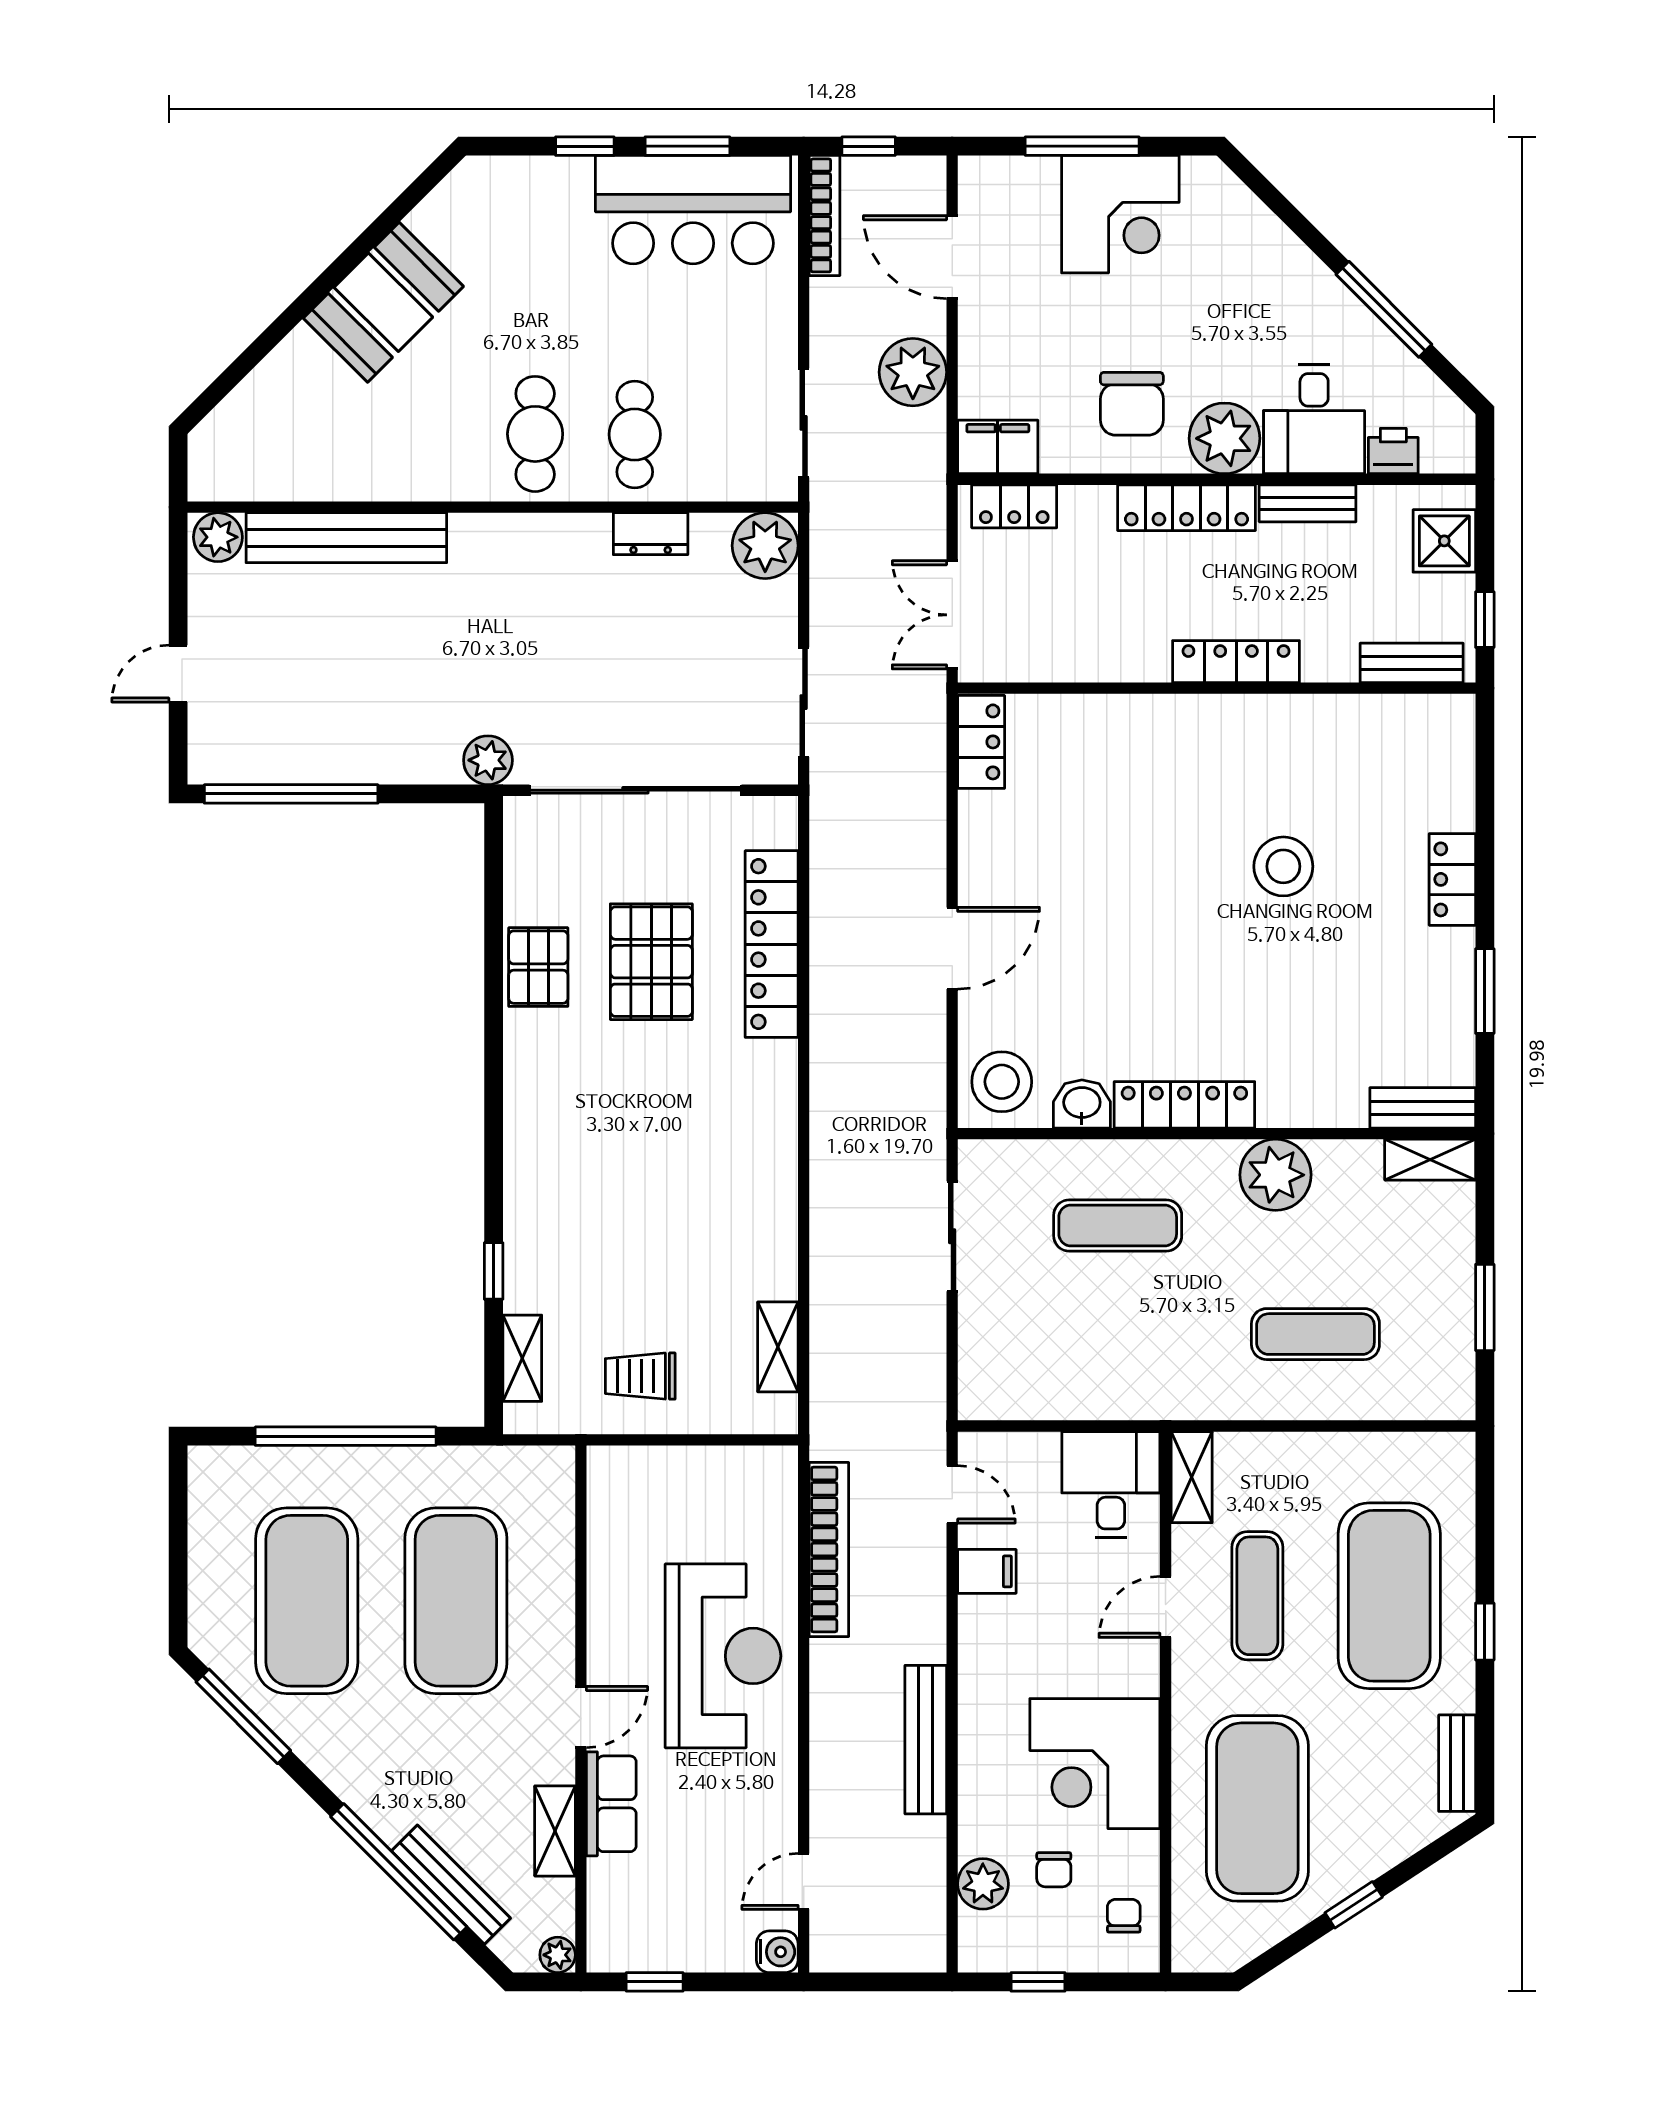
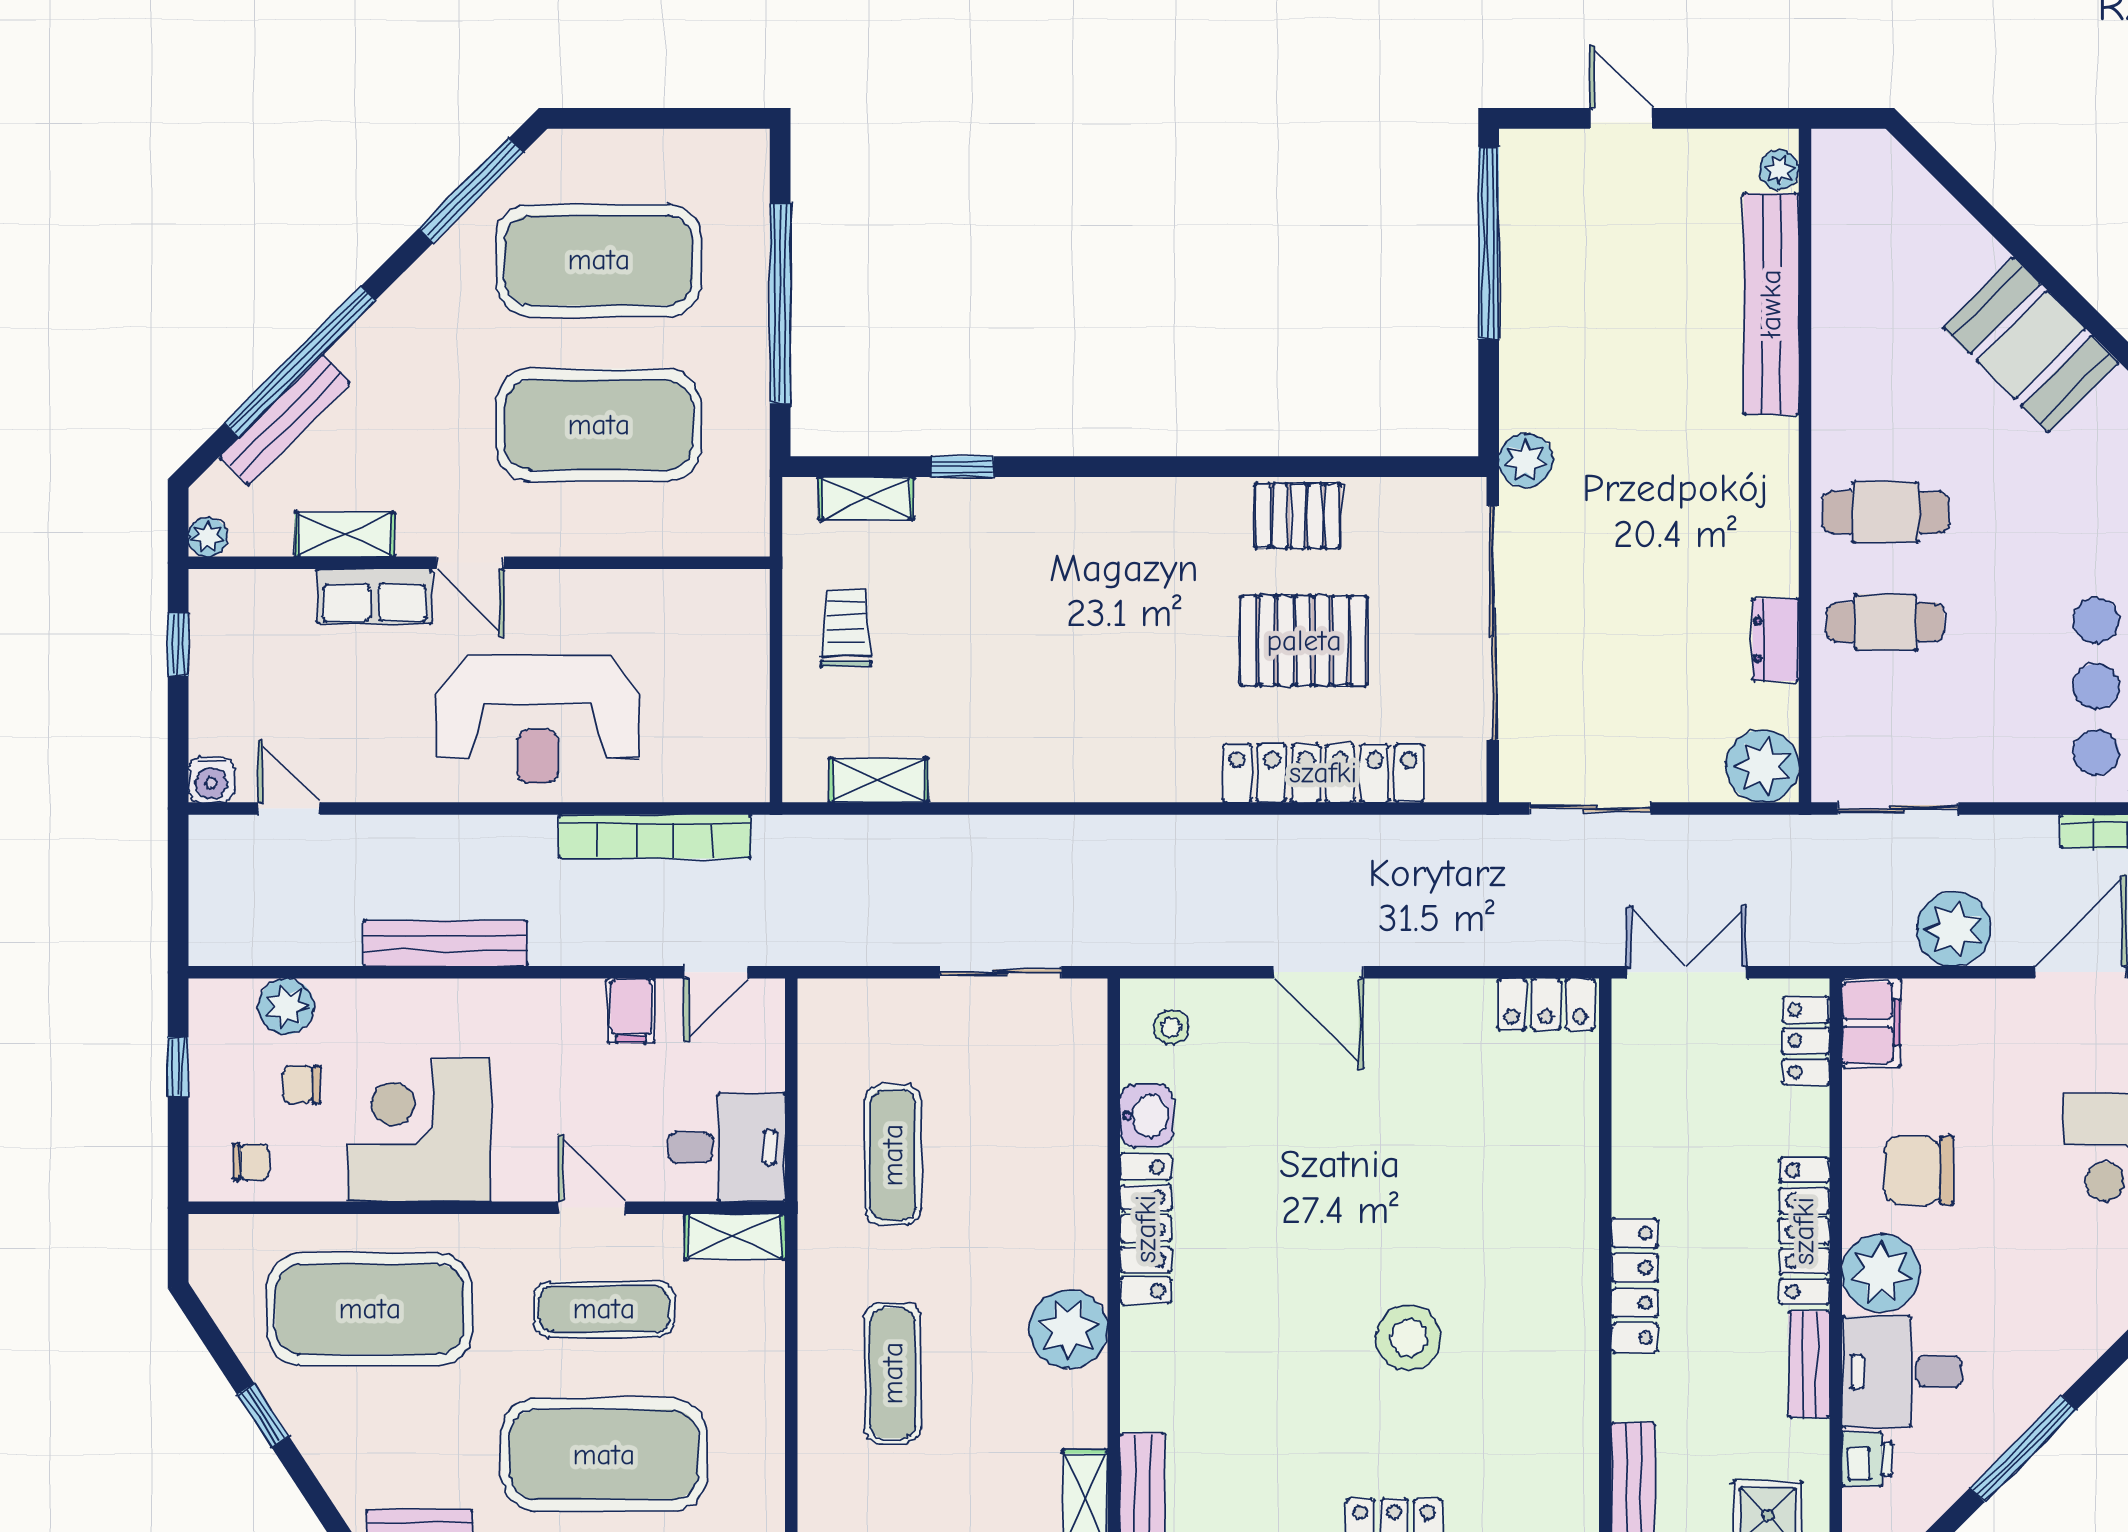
plant: (218, 537) -> (1779, 170), width x0.73, depth x0.73
stool: (1002, 1082) -> (1171, 1027), width x0.53, depth x0.53
exercise mat: (1118, 1226) -> (893, 1155), moved

